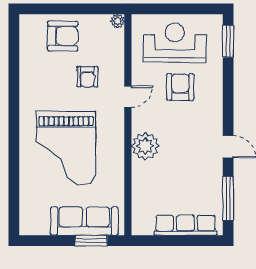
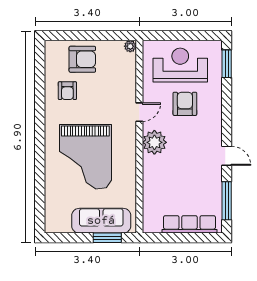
armchair: (87, 77) -> (67, 91), moved
plant: (145, 146) -> (154, 142), moved

